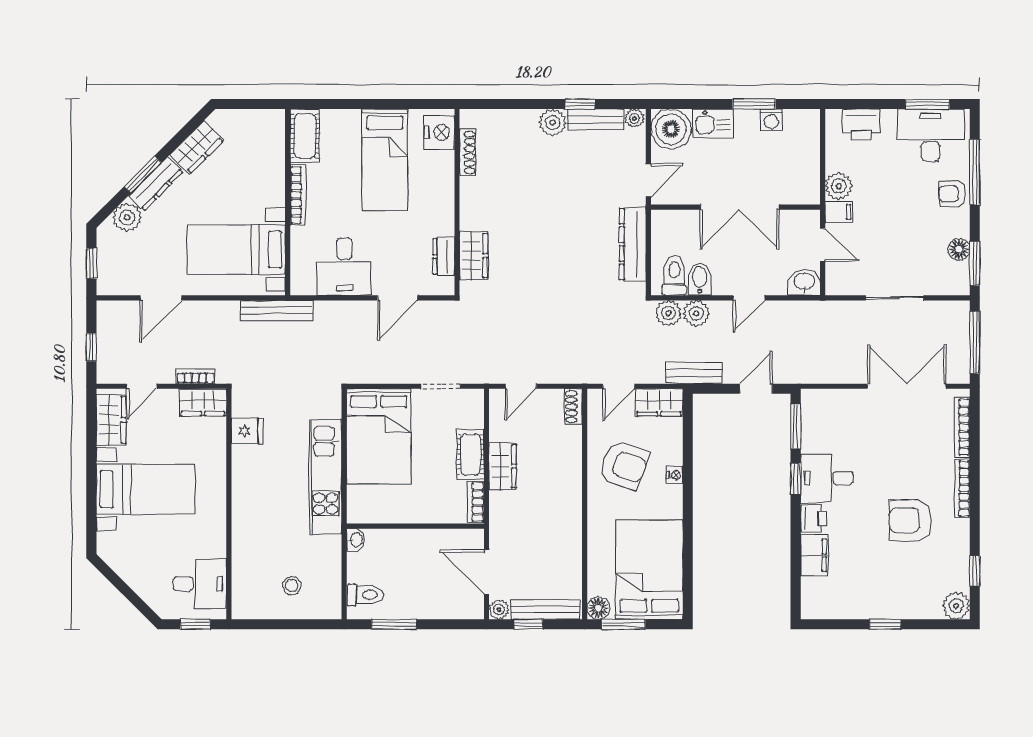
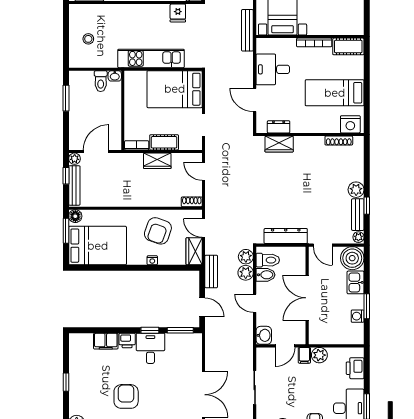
toilet: (365, 595) -> (101, 81), moved

